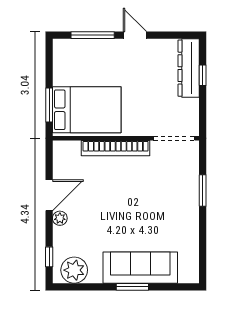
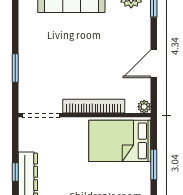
window: (49, 105) -> (154, 164), moved
plant: (60, 218) -> (144, 107), moved

